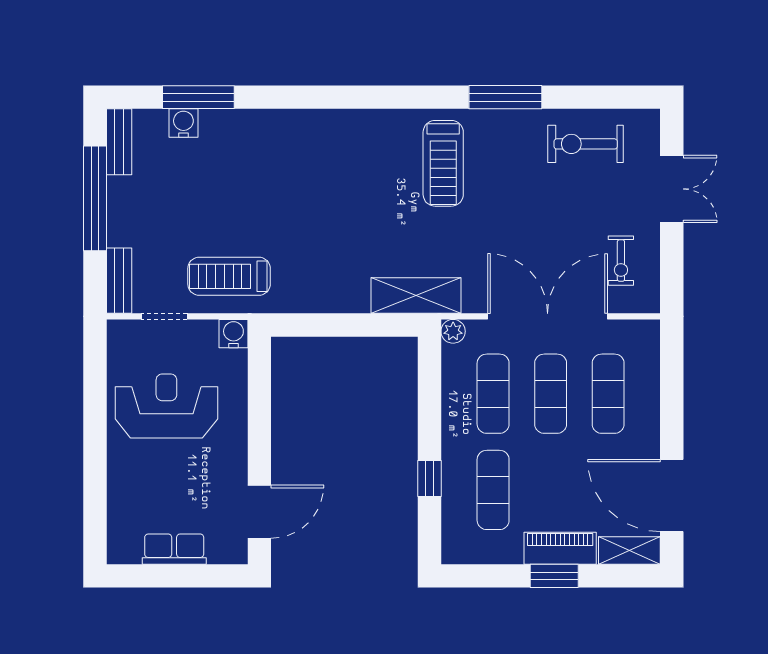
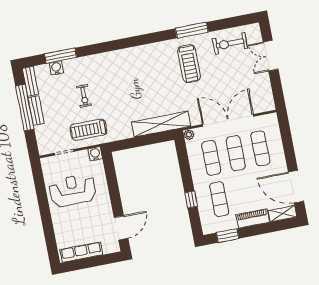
treadmill: (443, 163) -> (189, 64), moved
double door: (672, 189) -> (271, 56), swing flipped
exercise bike: (621, 261) -> (84, 96), moved
bench: (119, 281) -> (36, 110), moved
shelving: (416, 296) -> (161, 124), width x1.47
row of seats: (174, 549) -> (81, 252), width x1.48
window: (554, 576) -> (228, 236), moved

